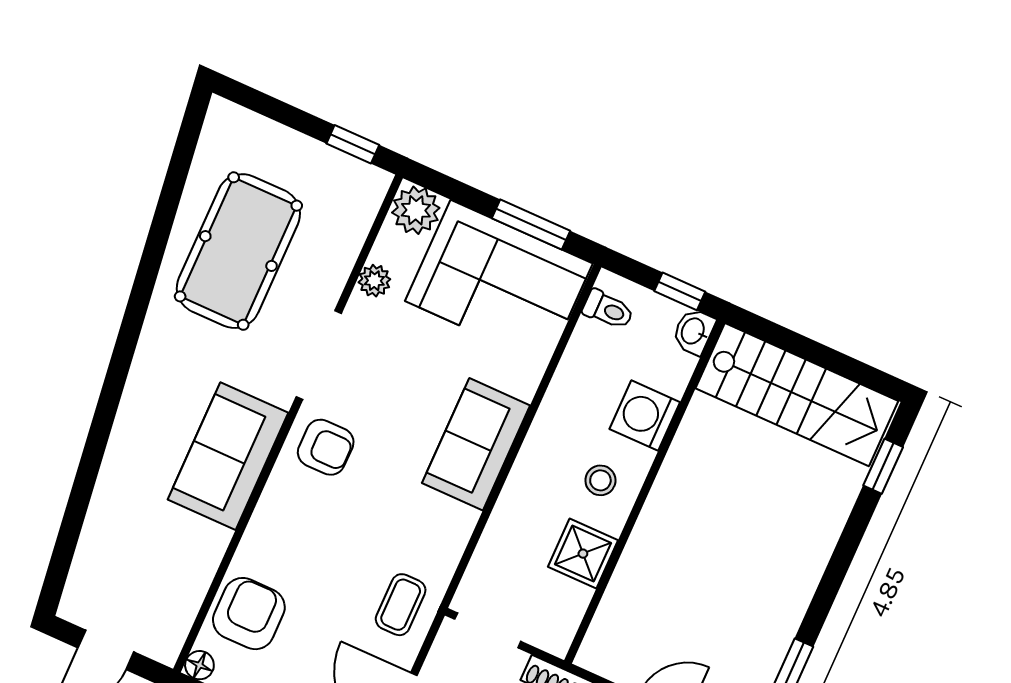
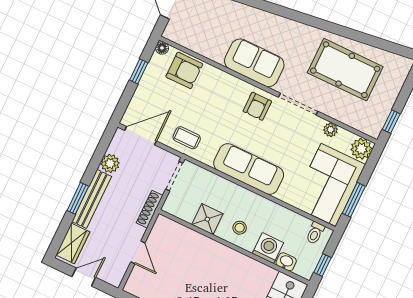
washbasin: (694, 331) -> (286, 262), moved
sofa: (476, 444) -> (249, 169), width x1.36

